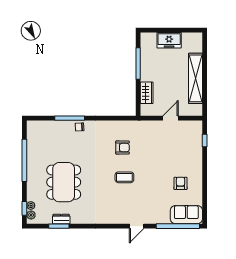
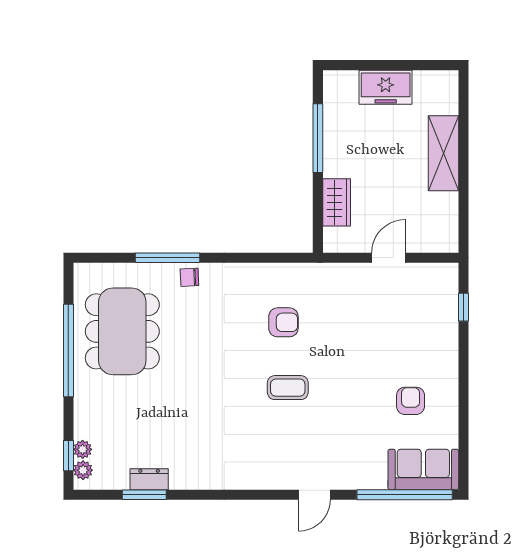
shelving: (196, 78) -> (443, 153), width x0.68
dining table: (64, 182) -> (122, 331), moved

